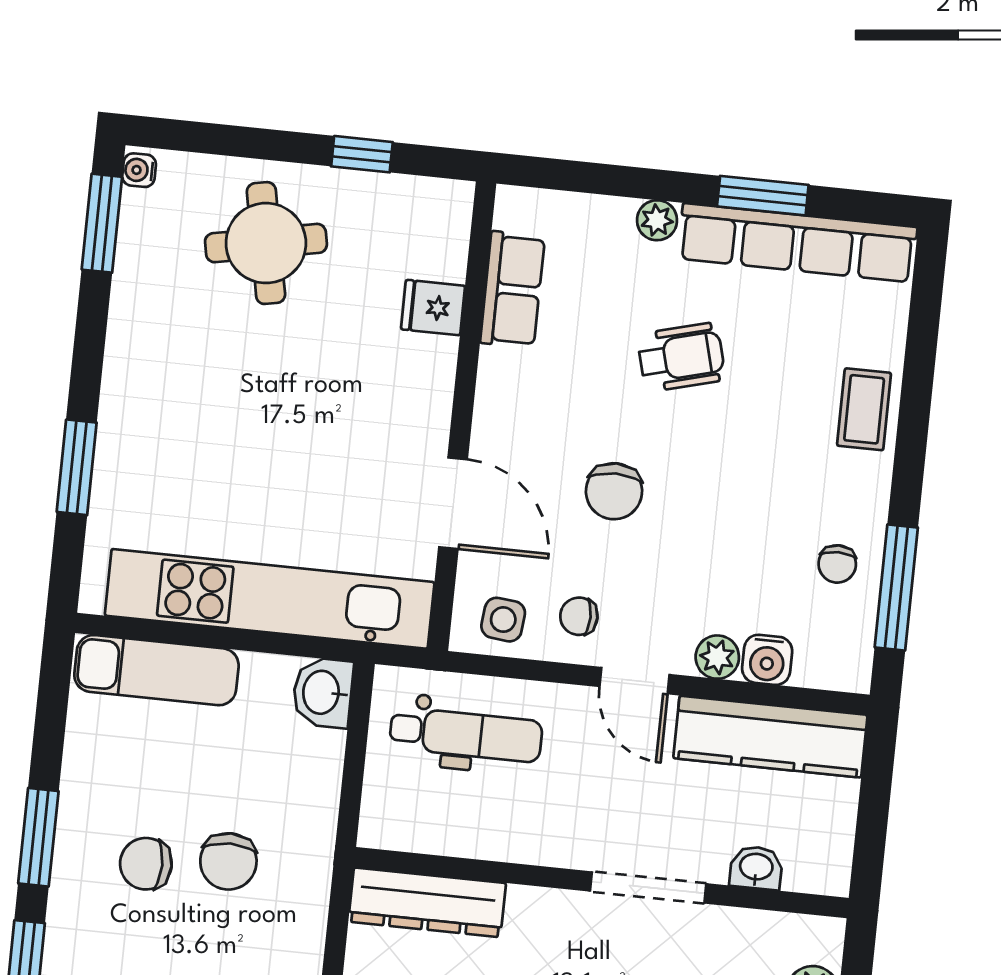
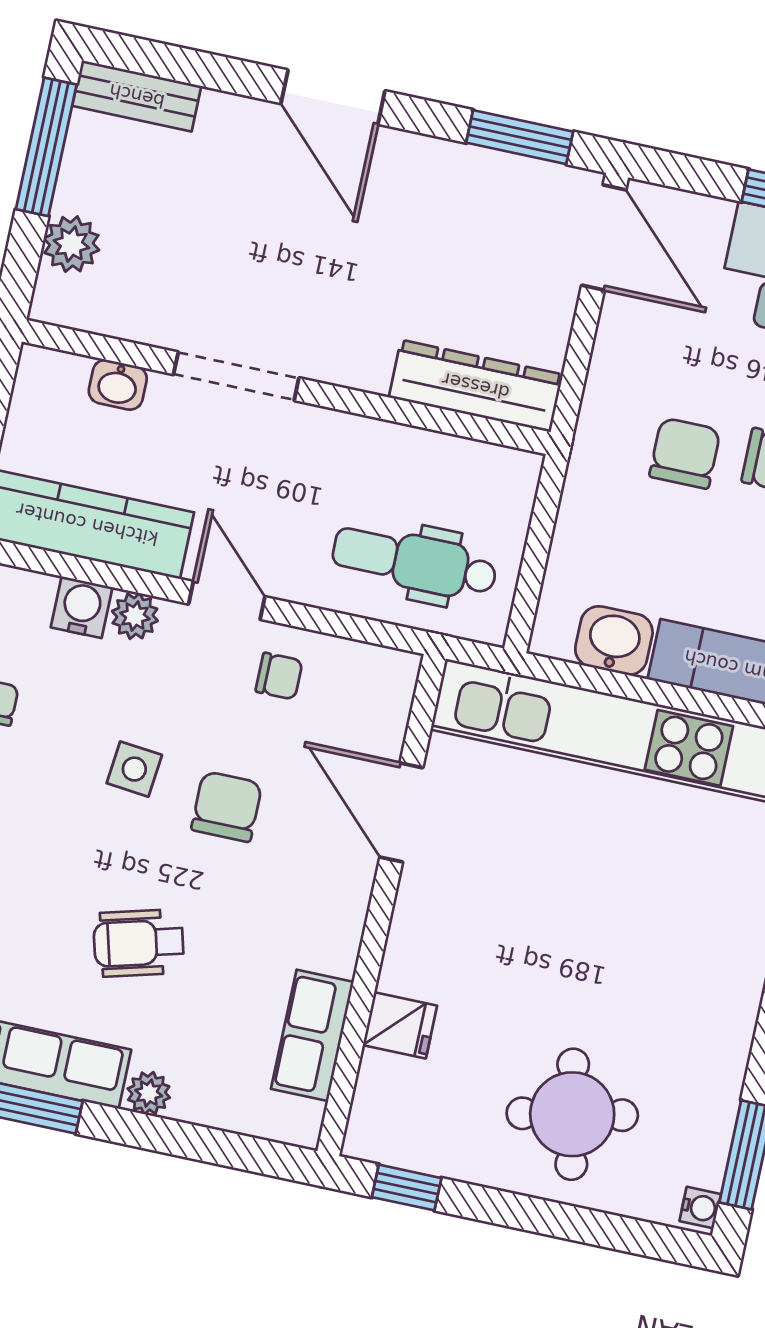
window: (362, 154) -> (407, 1188), moved
side table: (503, 620) -> (134, 769), moved
washbasin: (323, 692) -> (614, 641), moved, turned -90

